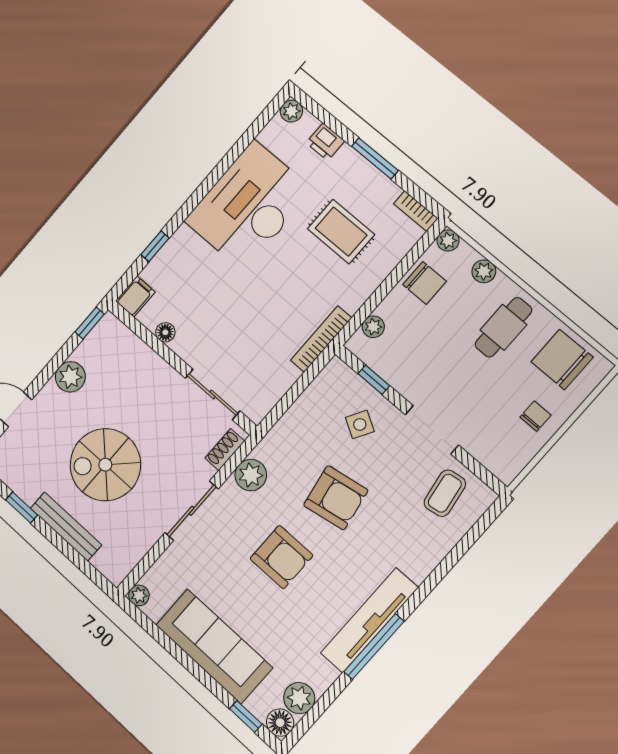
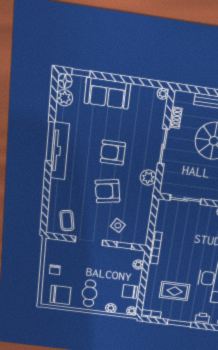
shoe rack: (225, 450) -> (176, 118), moved
sofa: (214, 646) -> (107, 93), width x0.73

